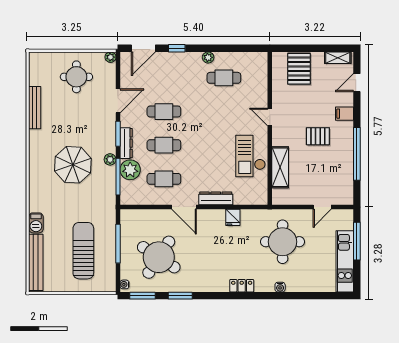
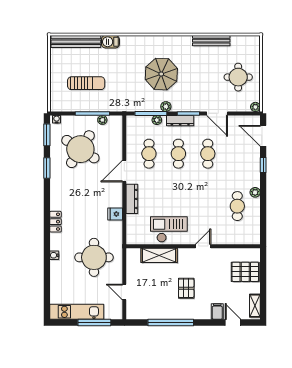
filing cabinet: (344, 114) -> (217, 312), moved
plant: (130, 170) -> (157, 120), width x0.53, depth x0.53
plant: (125, 232) -> (102, 120), added
sun lounger: (83, 251) -> (86, 83), width x0.73, depth x0.75

